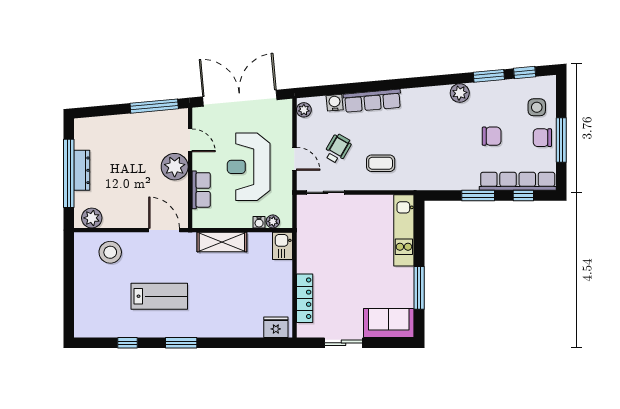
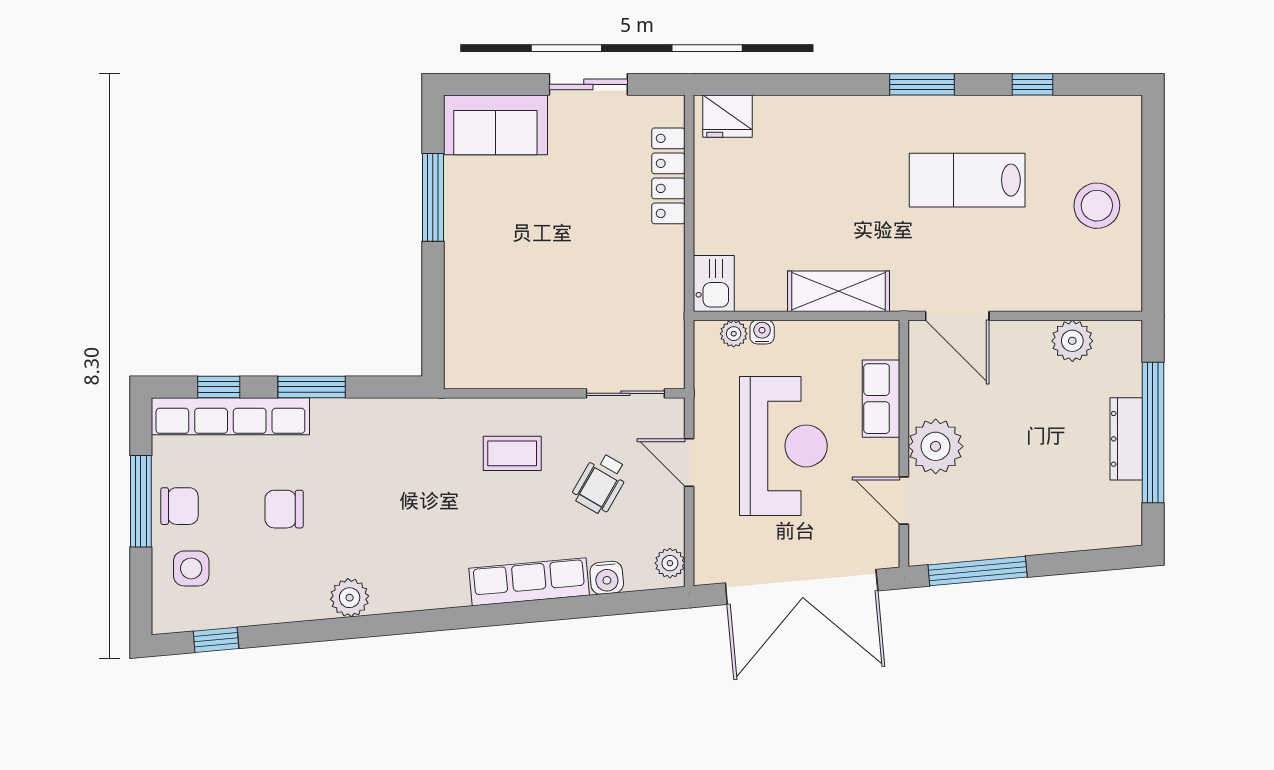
window: (489, 76) -> (290, 633), removed
plant: (92, 218) -> (1072, 341), moved
kitchen unit: (404, 230) -> (464, 316), removed
stool: (110, 252) -> (1097, 206), moved

